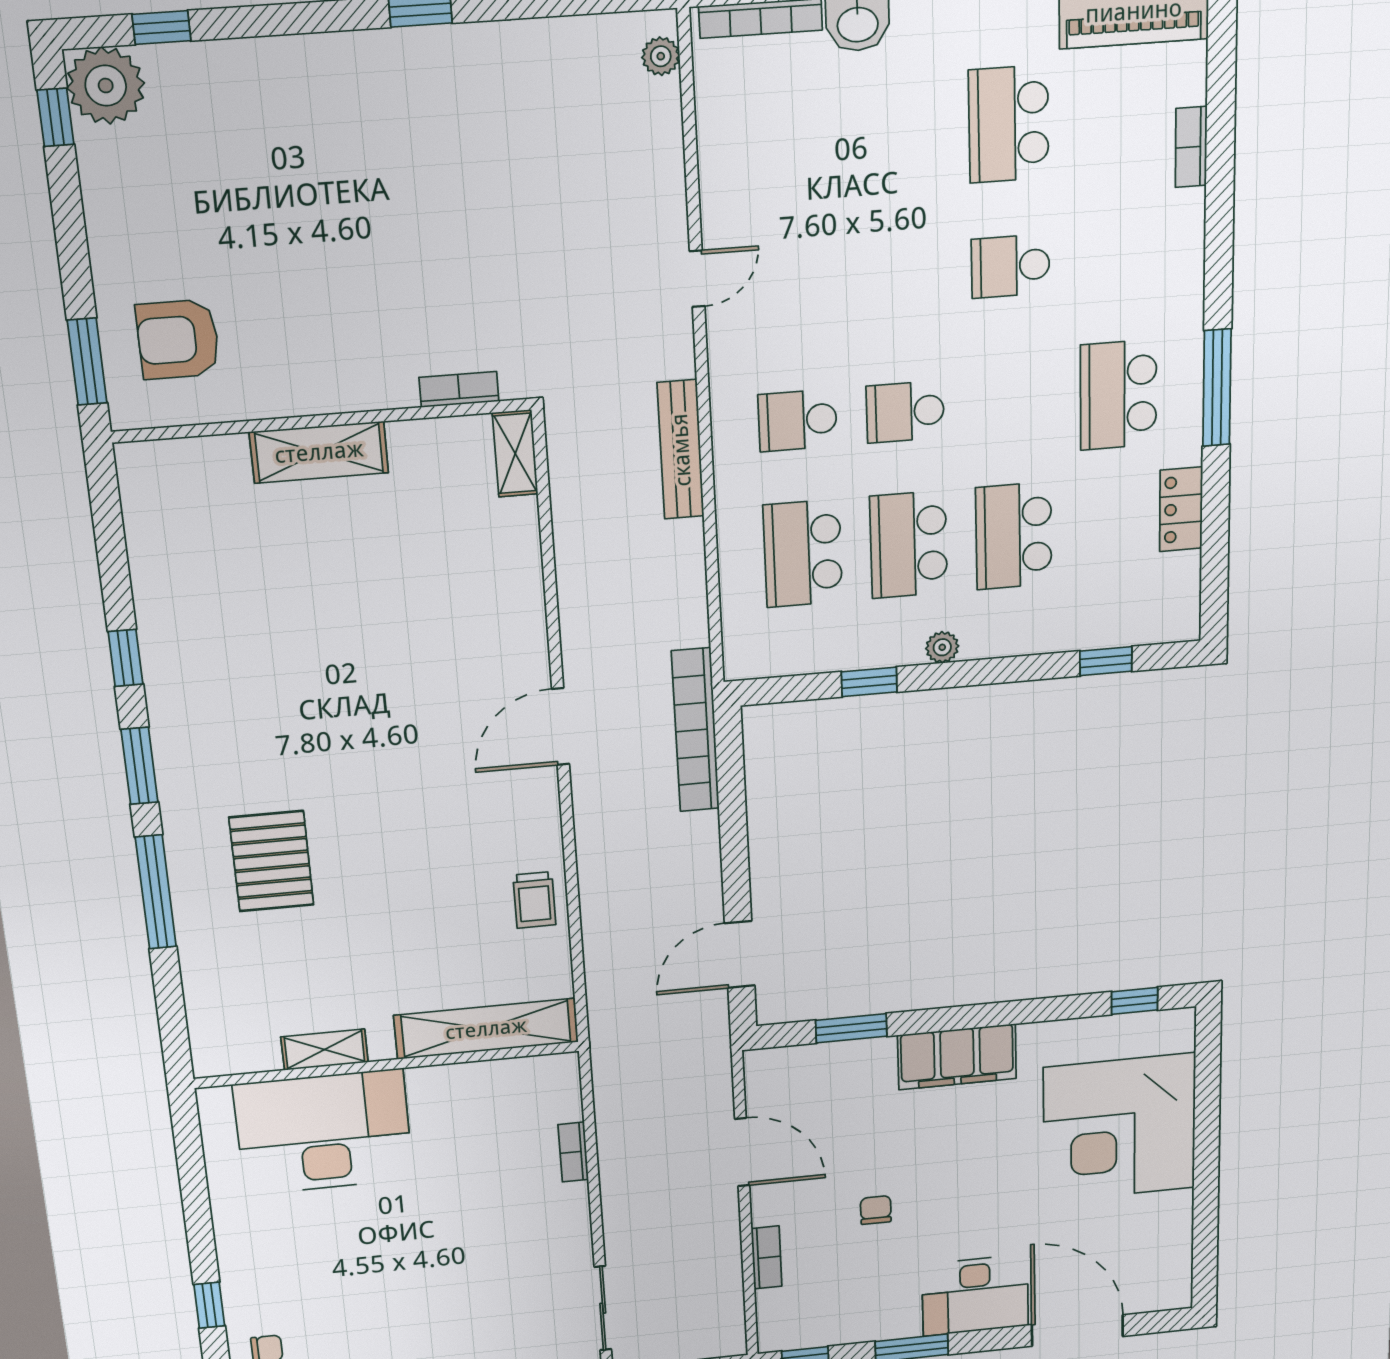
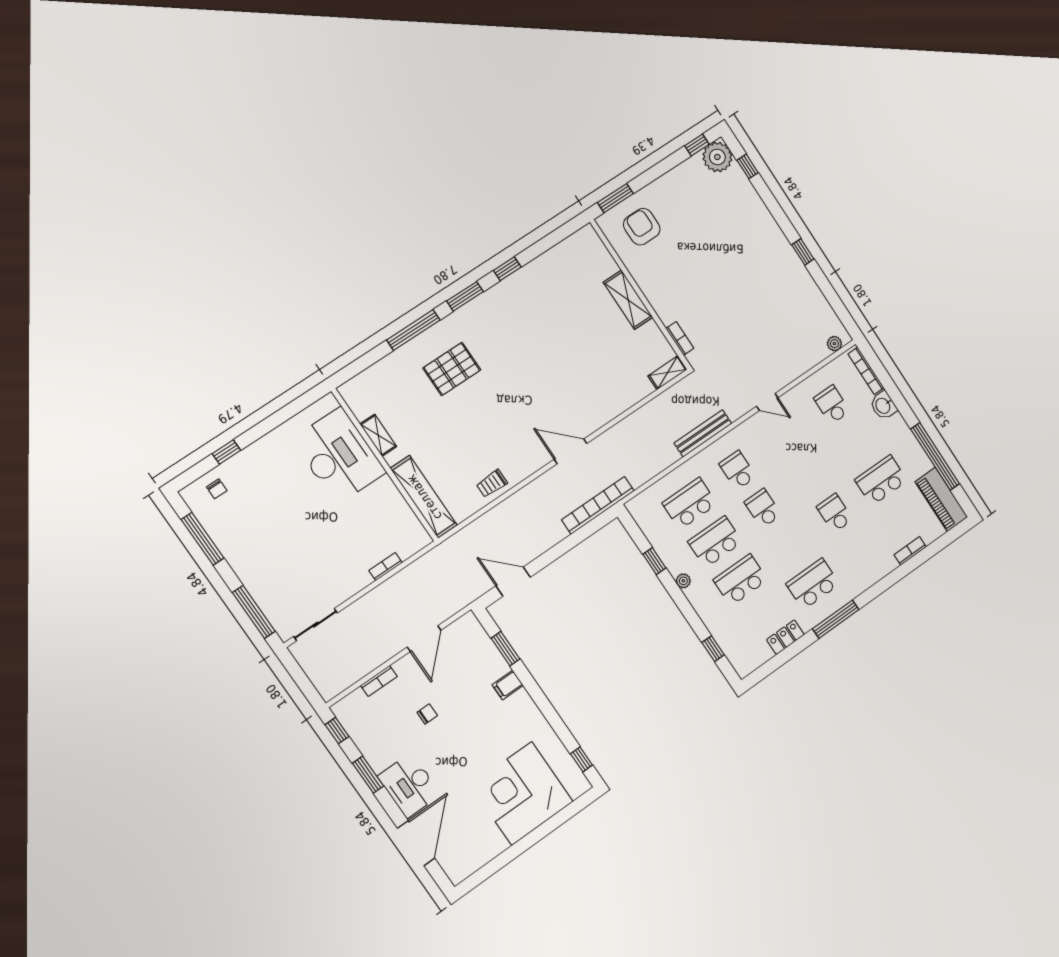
school desk: (786, 140) -> (832, 405), added
filing cabinet: (957, 1057) -> (508, 685), width x0.33, depth x0.86

